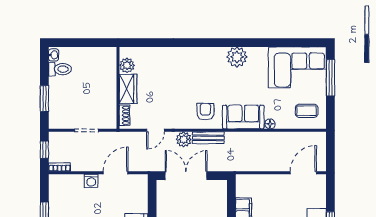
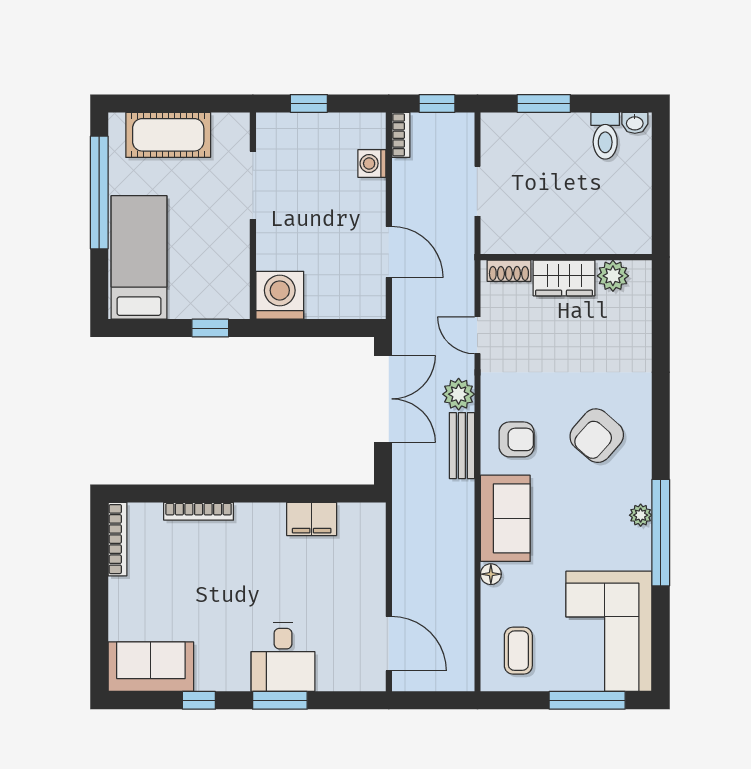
window: (250, 43) -> (661, 533), added
plant: (237, 57) -> (641, 515), width x0.53, depth x0.53
armchair: (204, 73) -> (597, 436), added
washing machine: (91, 181) -> (372, 163), moved

